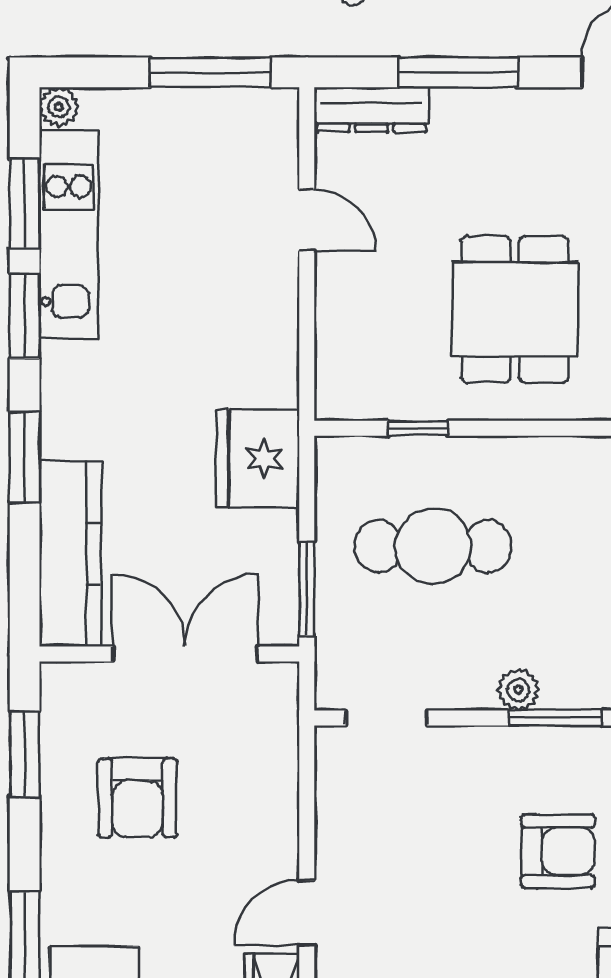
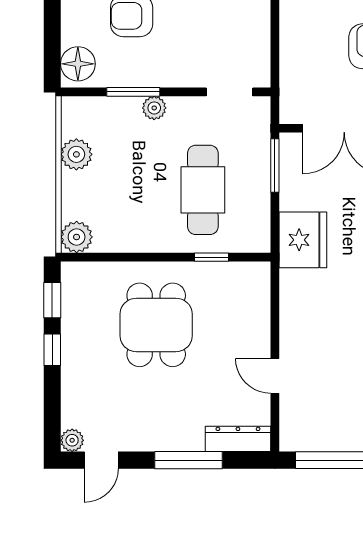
cafe table: (433, 546) -> (203, 190), turned 90

